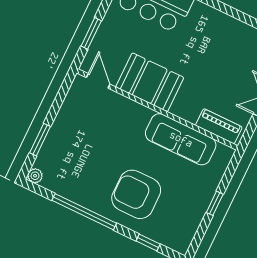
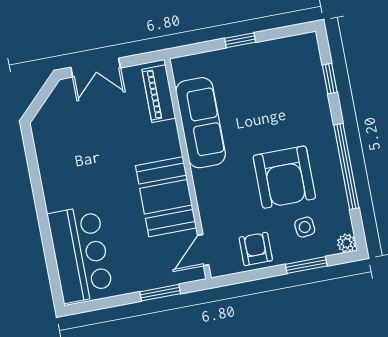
armchair: (74, 115) -> (256, 249), added
side table: (65, 157) -> (305, 227), added
armchair: (136, 194) -> (284, 177), moved

